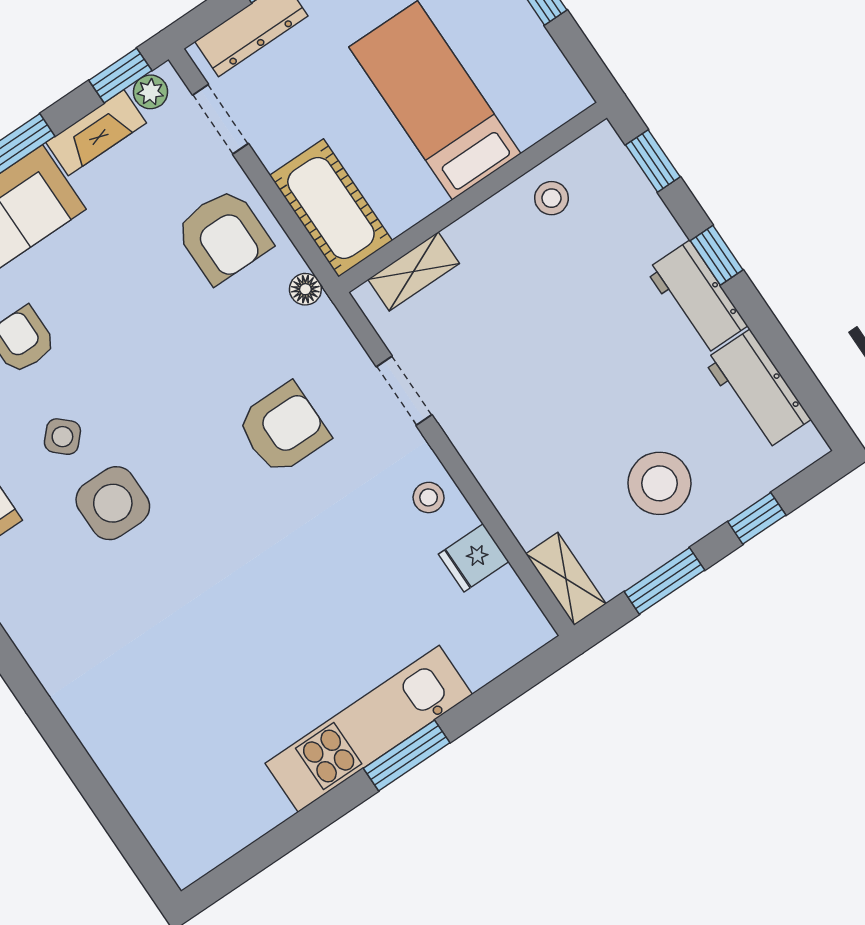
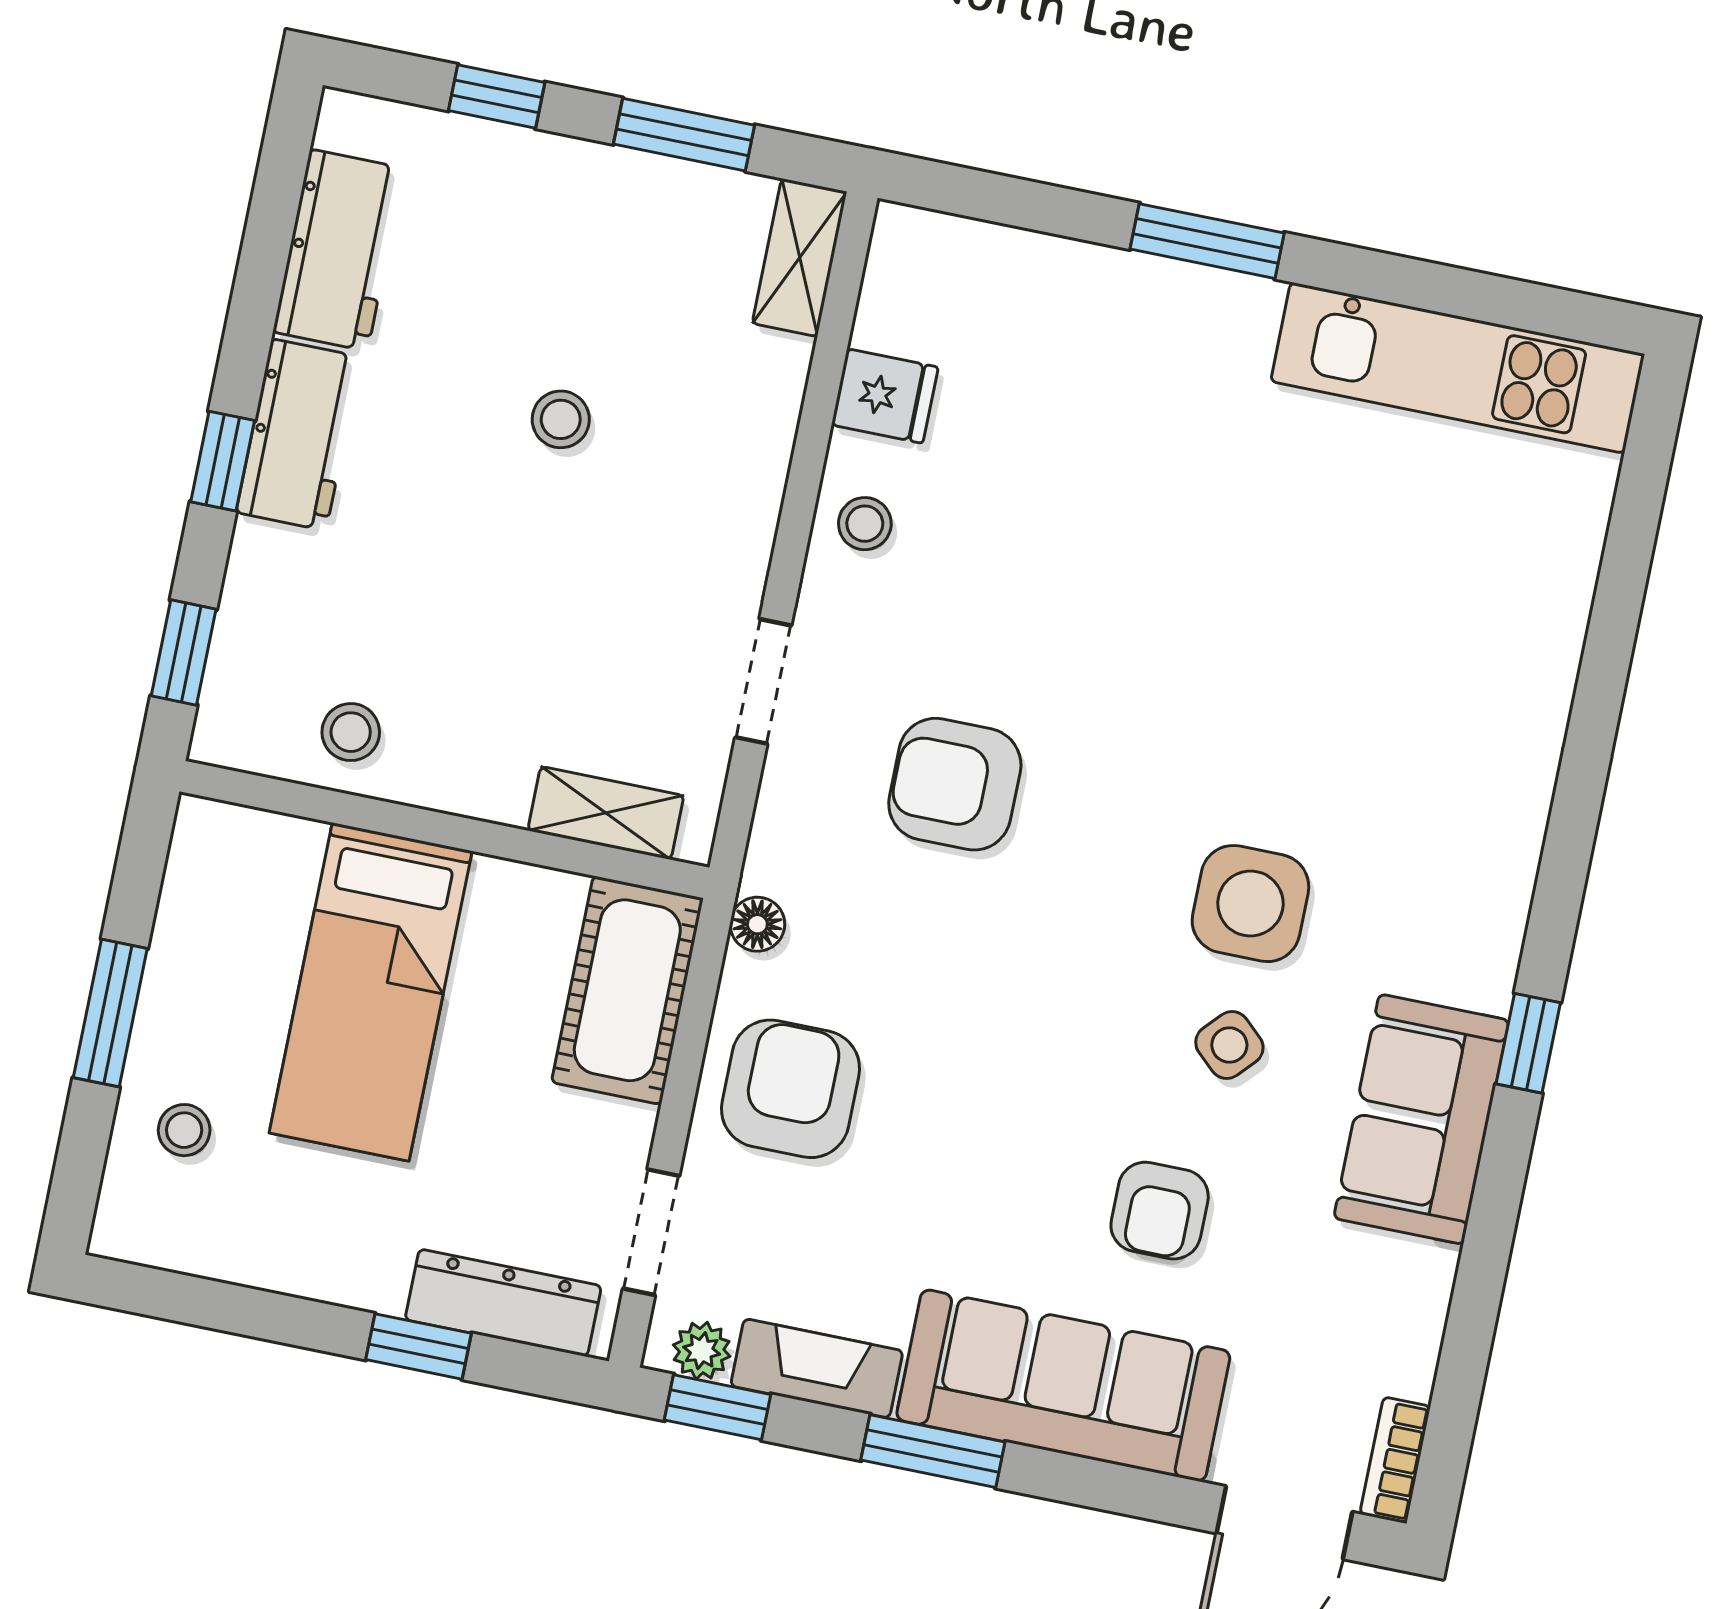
stool: (659, 483) -> (561, 419), moved, width x0.53, depth x0.53
kitchen unit: (369, 729) -> (1458, 368), moved

